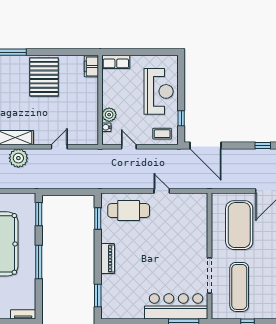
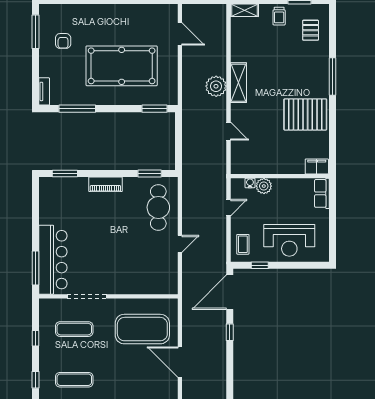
window: (263, 145) -> (230, 332), moved
window: (39, 262) -> (77, 109), moved
exercise mat: (239, 287) -> (74, 329), width x0.73, depth x0.69

